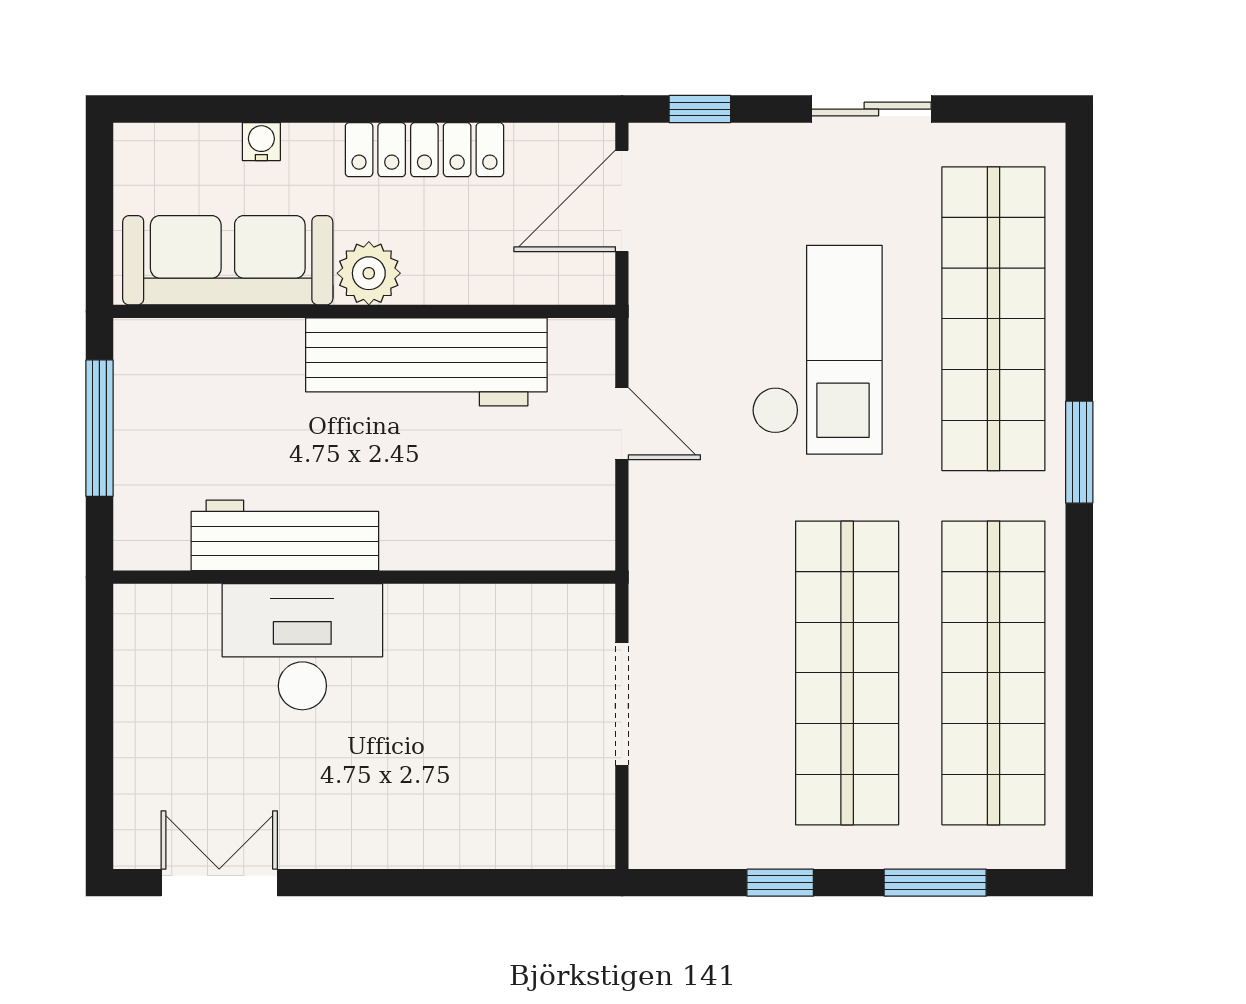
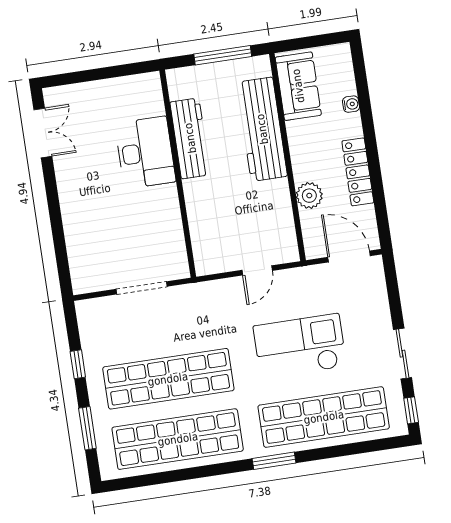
window: (700, 109) -> (411, 410), moved
sofa: (228, 260) -> (298, 86), width x0.73
plant: (369, 273) -> (309, 196), moved
checkout: (817, 350) -> (300, 346), turned 180
workbench: (426, 362) -> (262, 129), moved

